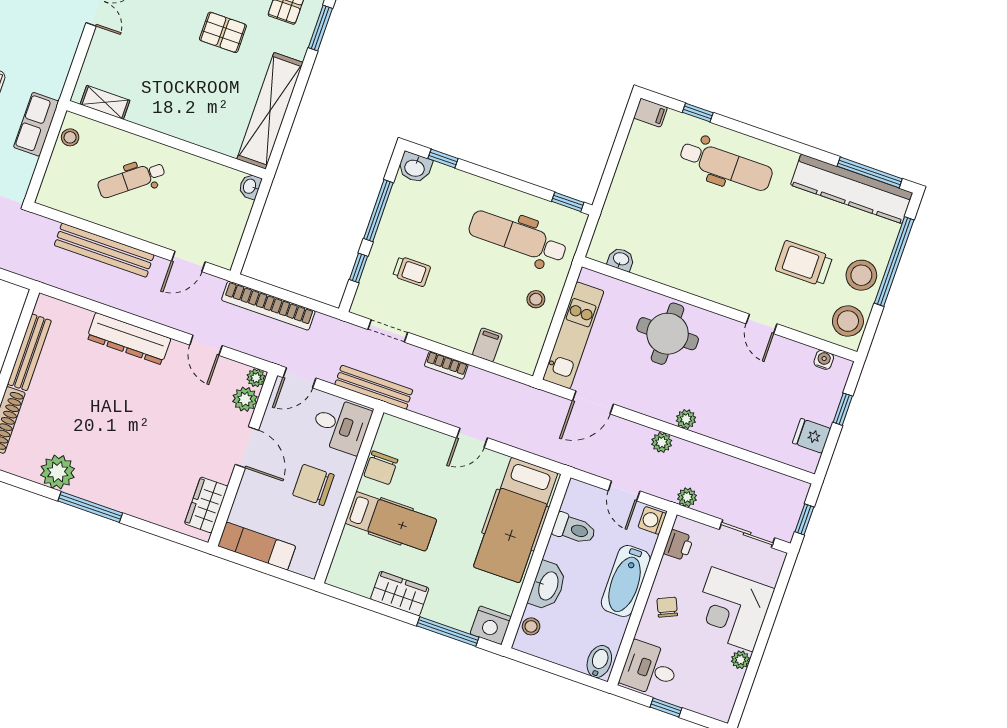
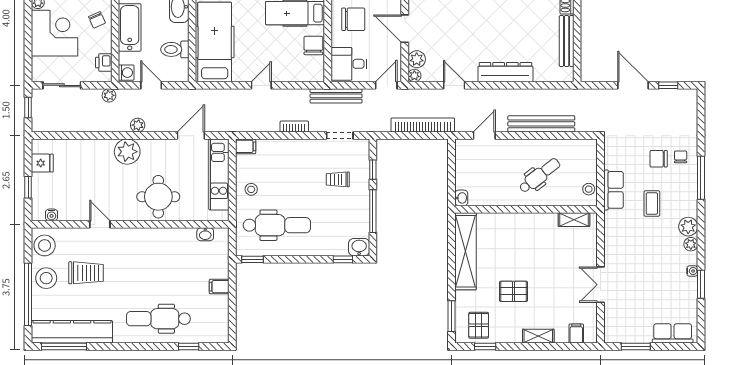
filing cabinet: (650, 113) -> (219, 287), moved
filing cabinet: (487, 345) -> (246, 146), moved, turned -90
plant: (686, 419) -> (127, 152), width x1.88, depth x1.88

